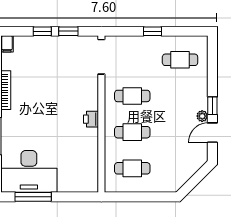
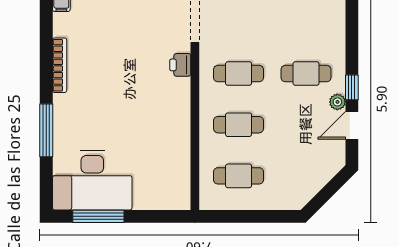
cafe table: (180, 60) -> (306, 74), moved
printer: (91, 119) -> (180, 65), moved

